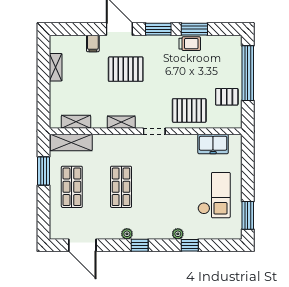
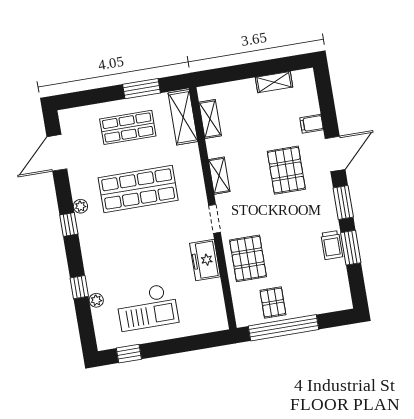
window: (248, 73) -> (283, 328), moved
freezer: (213, 144) -> (205, 260), moved
shop shelf: (121, 187) -> (138, 189), width x1.43, depth x1.36
window: (248, 215) -> (129, 354), width x0.67
plant: (178, 234) -> (96, 300), moved

